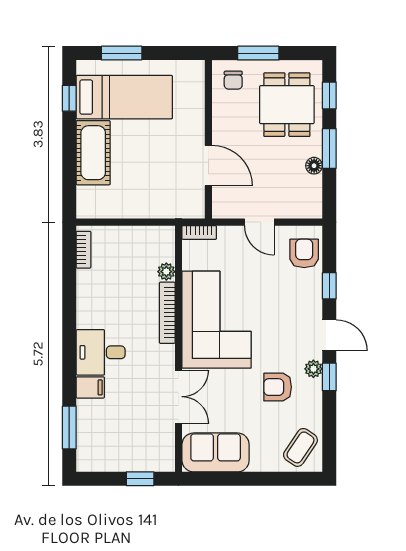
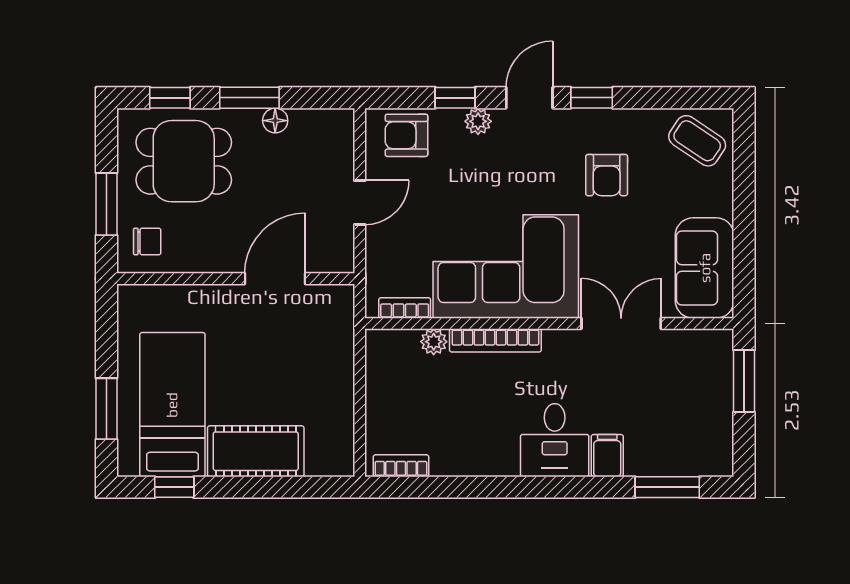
bookcase: (199, 233) -> (405, 308), moved, turned -90
plant: (313, 369) -> (478, 121), moved
window: (140, 479) -> (744, 381), width x1.50

